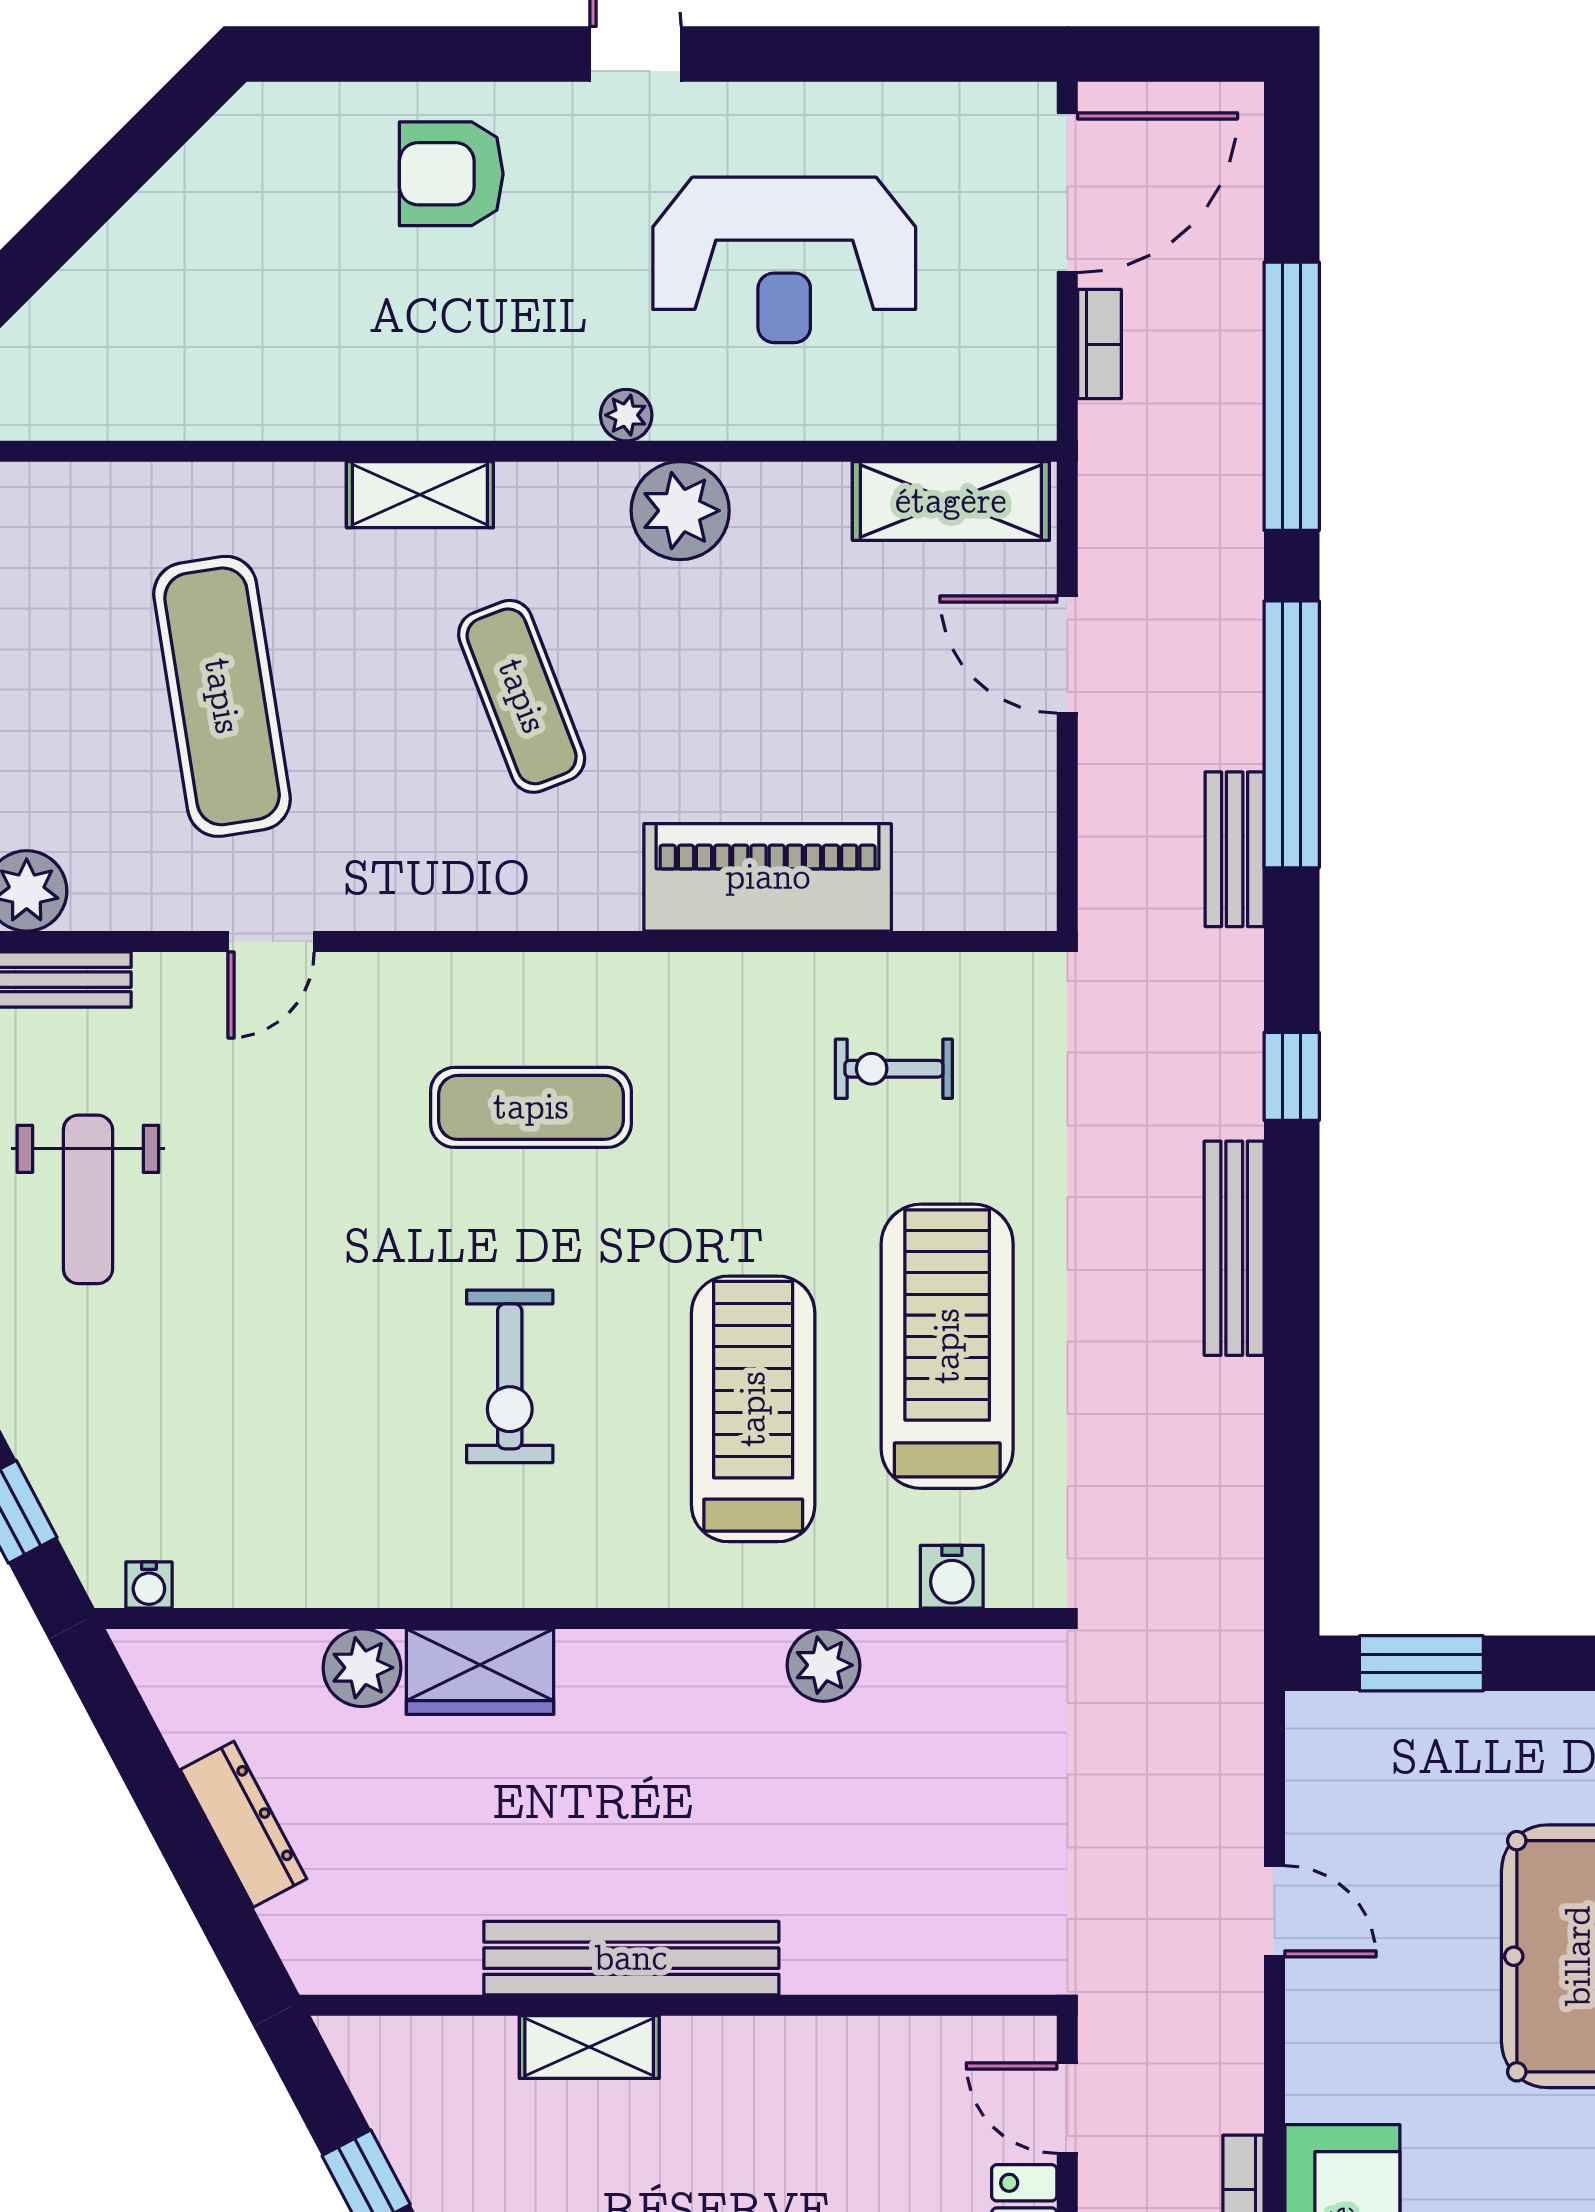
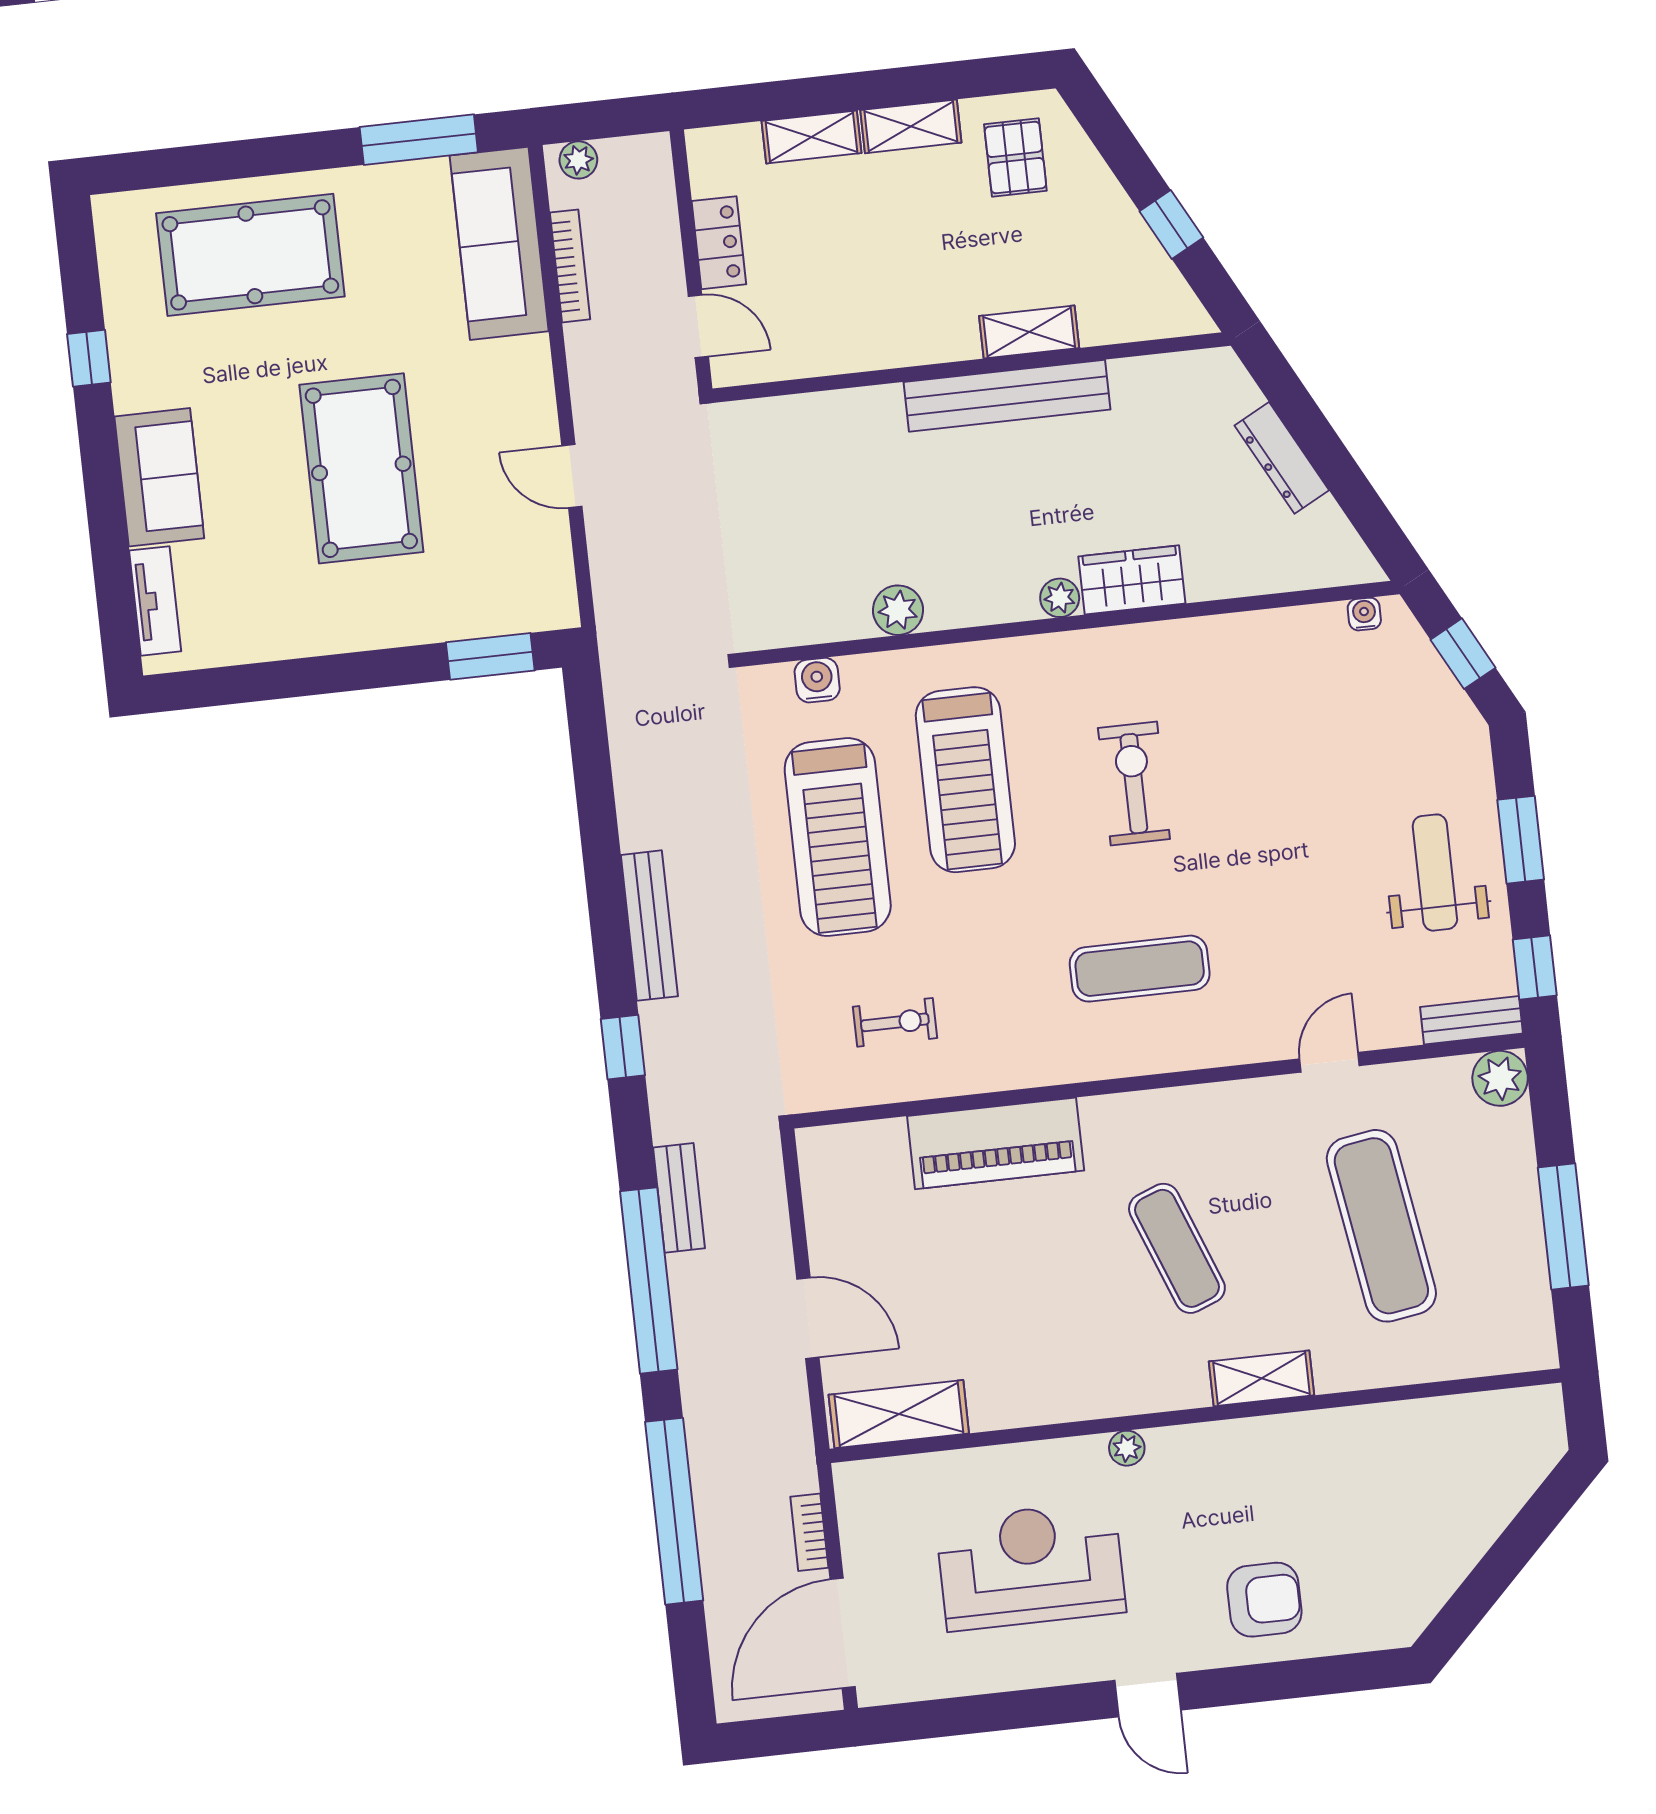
plant: (680, 511) -> (1083, 1387), removed
plant: (362, 1668) -> (1060, 598), moved, width x0.73, depth x0.73

